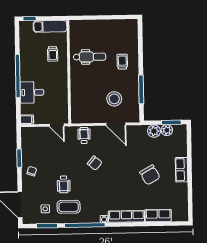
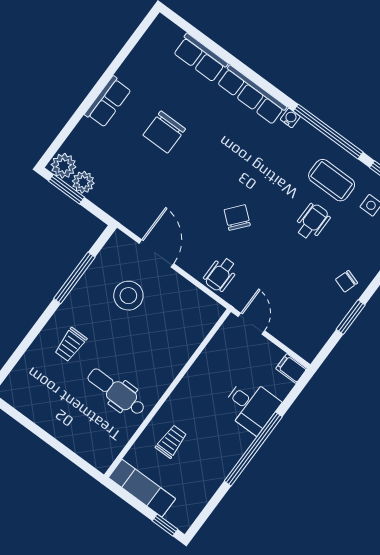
plant: (154, 131) -> (64, 166), moved
chair: (150, 175) -> (164, 132), turned -151

